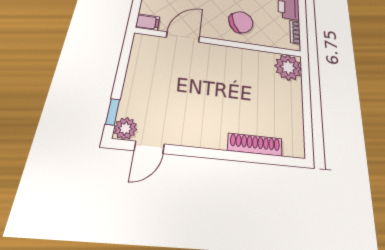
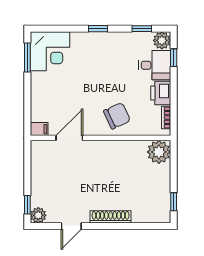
window: (308, 130) -> (174, 202), added
shoe rack: (255, 145) -> (111, 217), moved
door: (149, 147) -> (71, 226), moved

